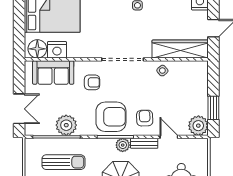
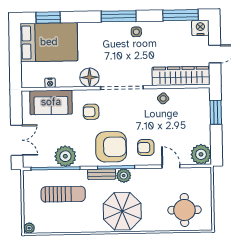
floor lamp: (37, 49) -> (89, 77), moved
nightstand: (57, 50) -> (50, 83), width x0.53, depth x0.56
armchair: (92, 82) -> (91, 112), turned 180
window: (213, 108) -> (216, 112), moved
armchair: (145, 118) -> (146, 148), turned -88
bench: (144, 143) -> (102, 174), moved

